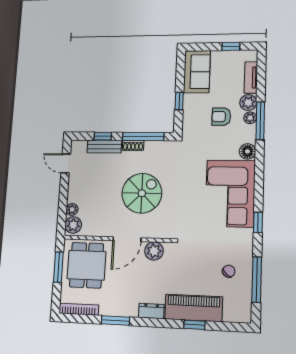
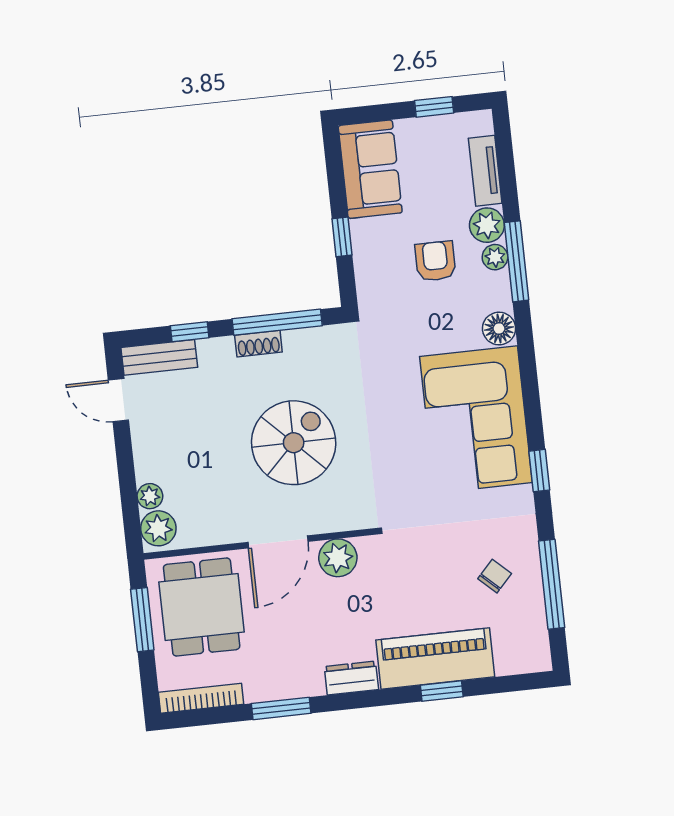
armchair: (221, 117) -> (435, 261), turned 90
bench: (104, 146) -> (159, 357), moved

